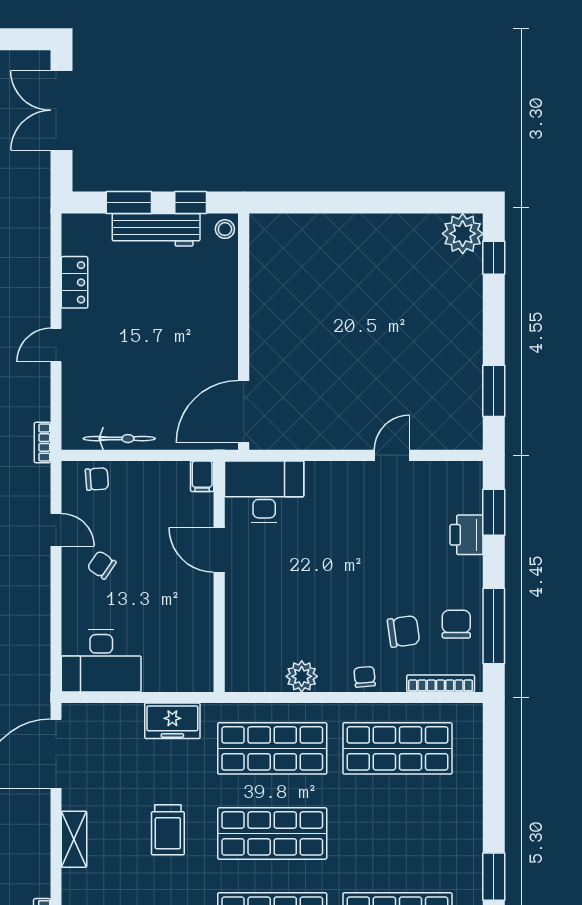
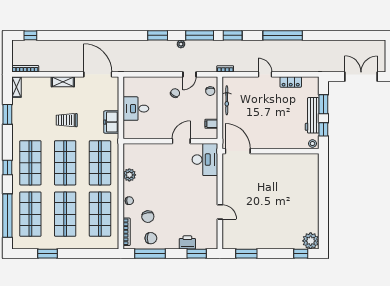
filing cabinet: (202, 476) -> (211, 124), moved
desk: (101, 661) -> (136, 109), moved, width x0.73
shop shelf: (397, 833) -> (65, 214), added

